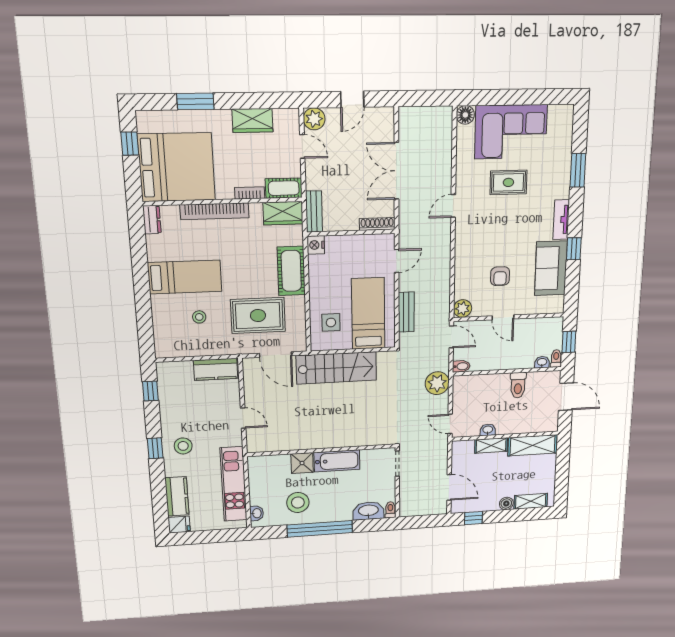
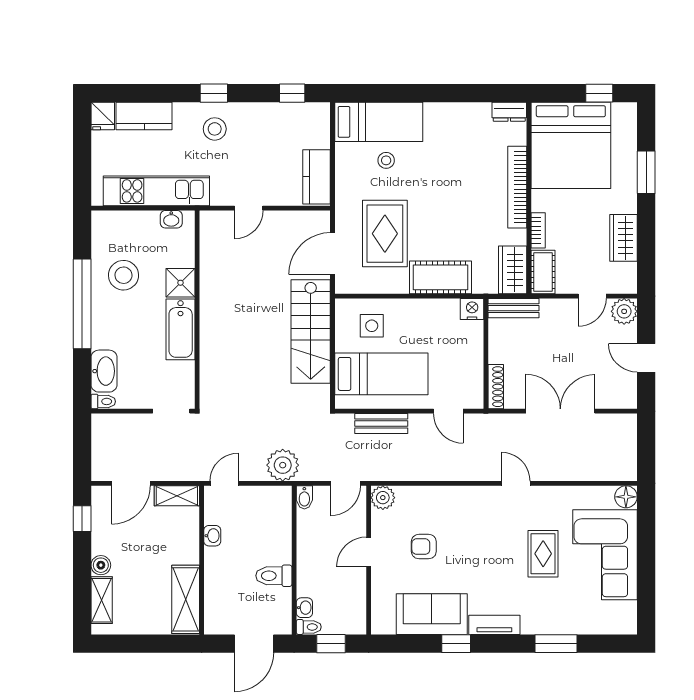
bed: (185, 277) -> (379, 122), moved, turned -90
shelving: (491, 445) -> (177, 496), moved, turned 90
washbasin: (257, 513) -> (171, 219), moved

